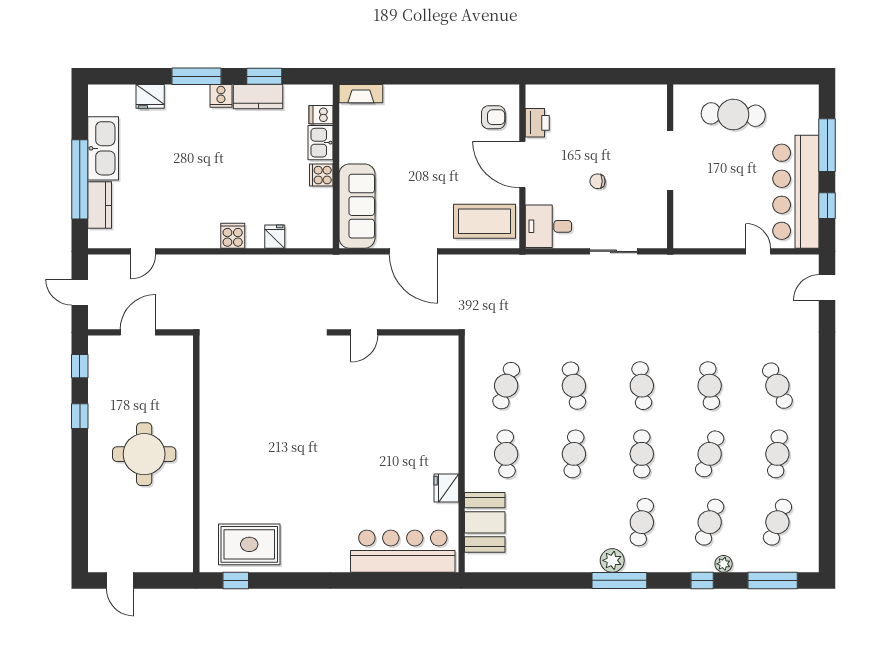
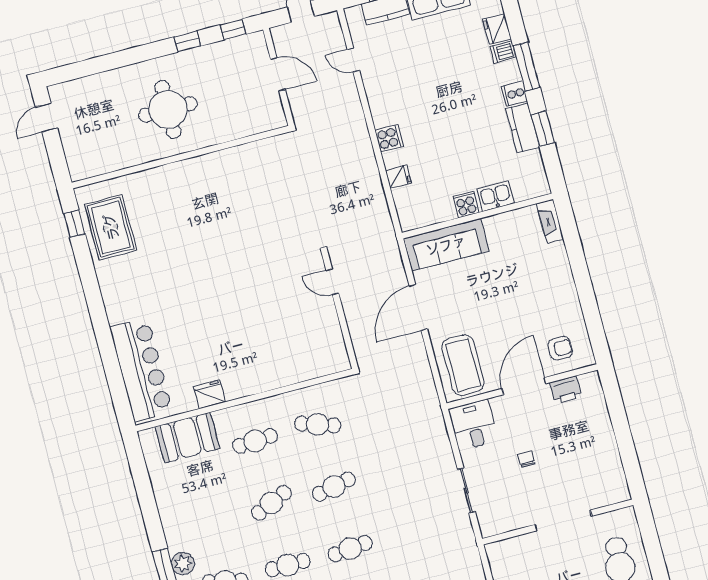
dishwasher: (321, 115) -> (503, 52), moved, turned -90
armchair: (493, 117) -> (560, 348), turned -90
cafe table: (574, 454) -> (271, 503), turned -30

